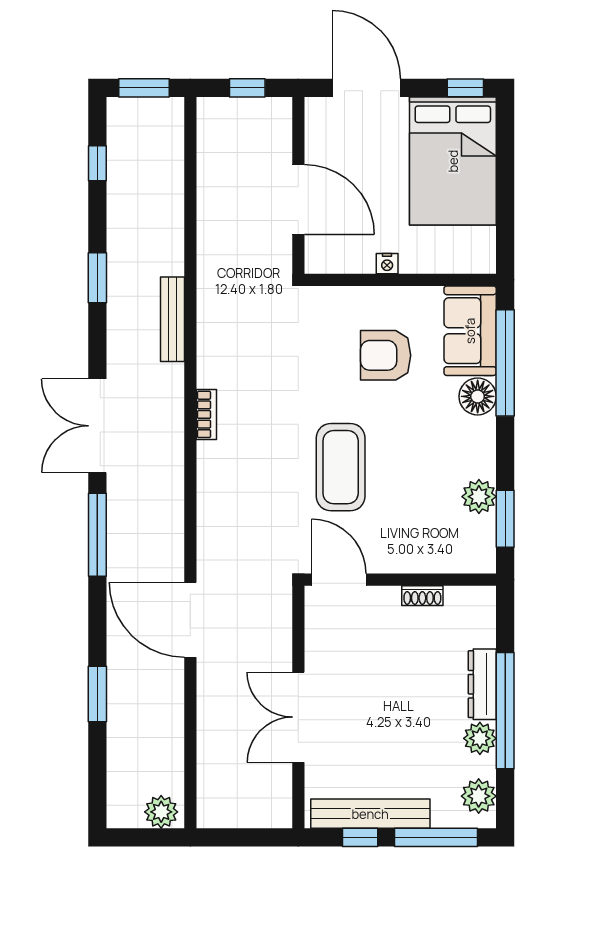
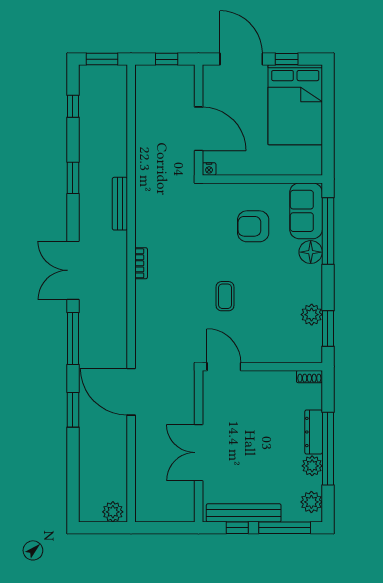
window: (465, 88) -> (287, 59), moved
nightstand: (387, 264) -> (209, 169), moved
coffee table: (341, 467) -> (225, 296), width x0.54, depth x0.58
shoe rack: (422, 596) -> (309, 377), moved
window: (97, 694) -> (73, 410), moved

